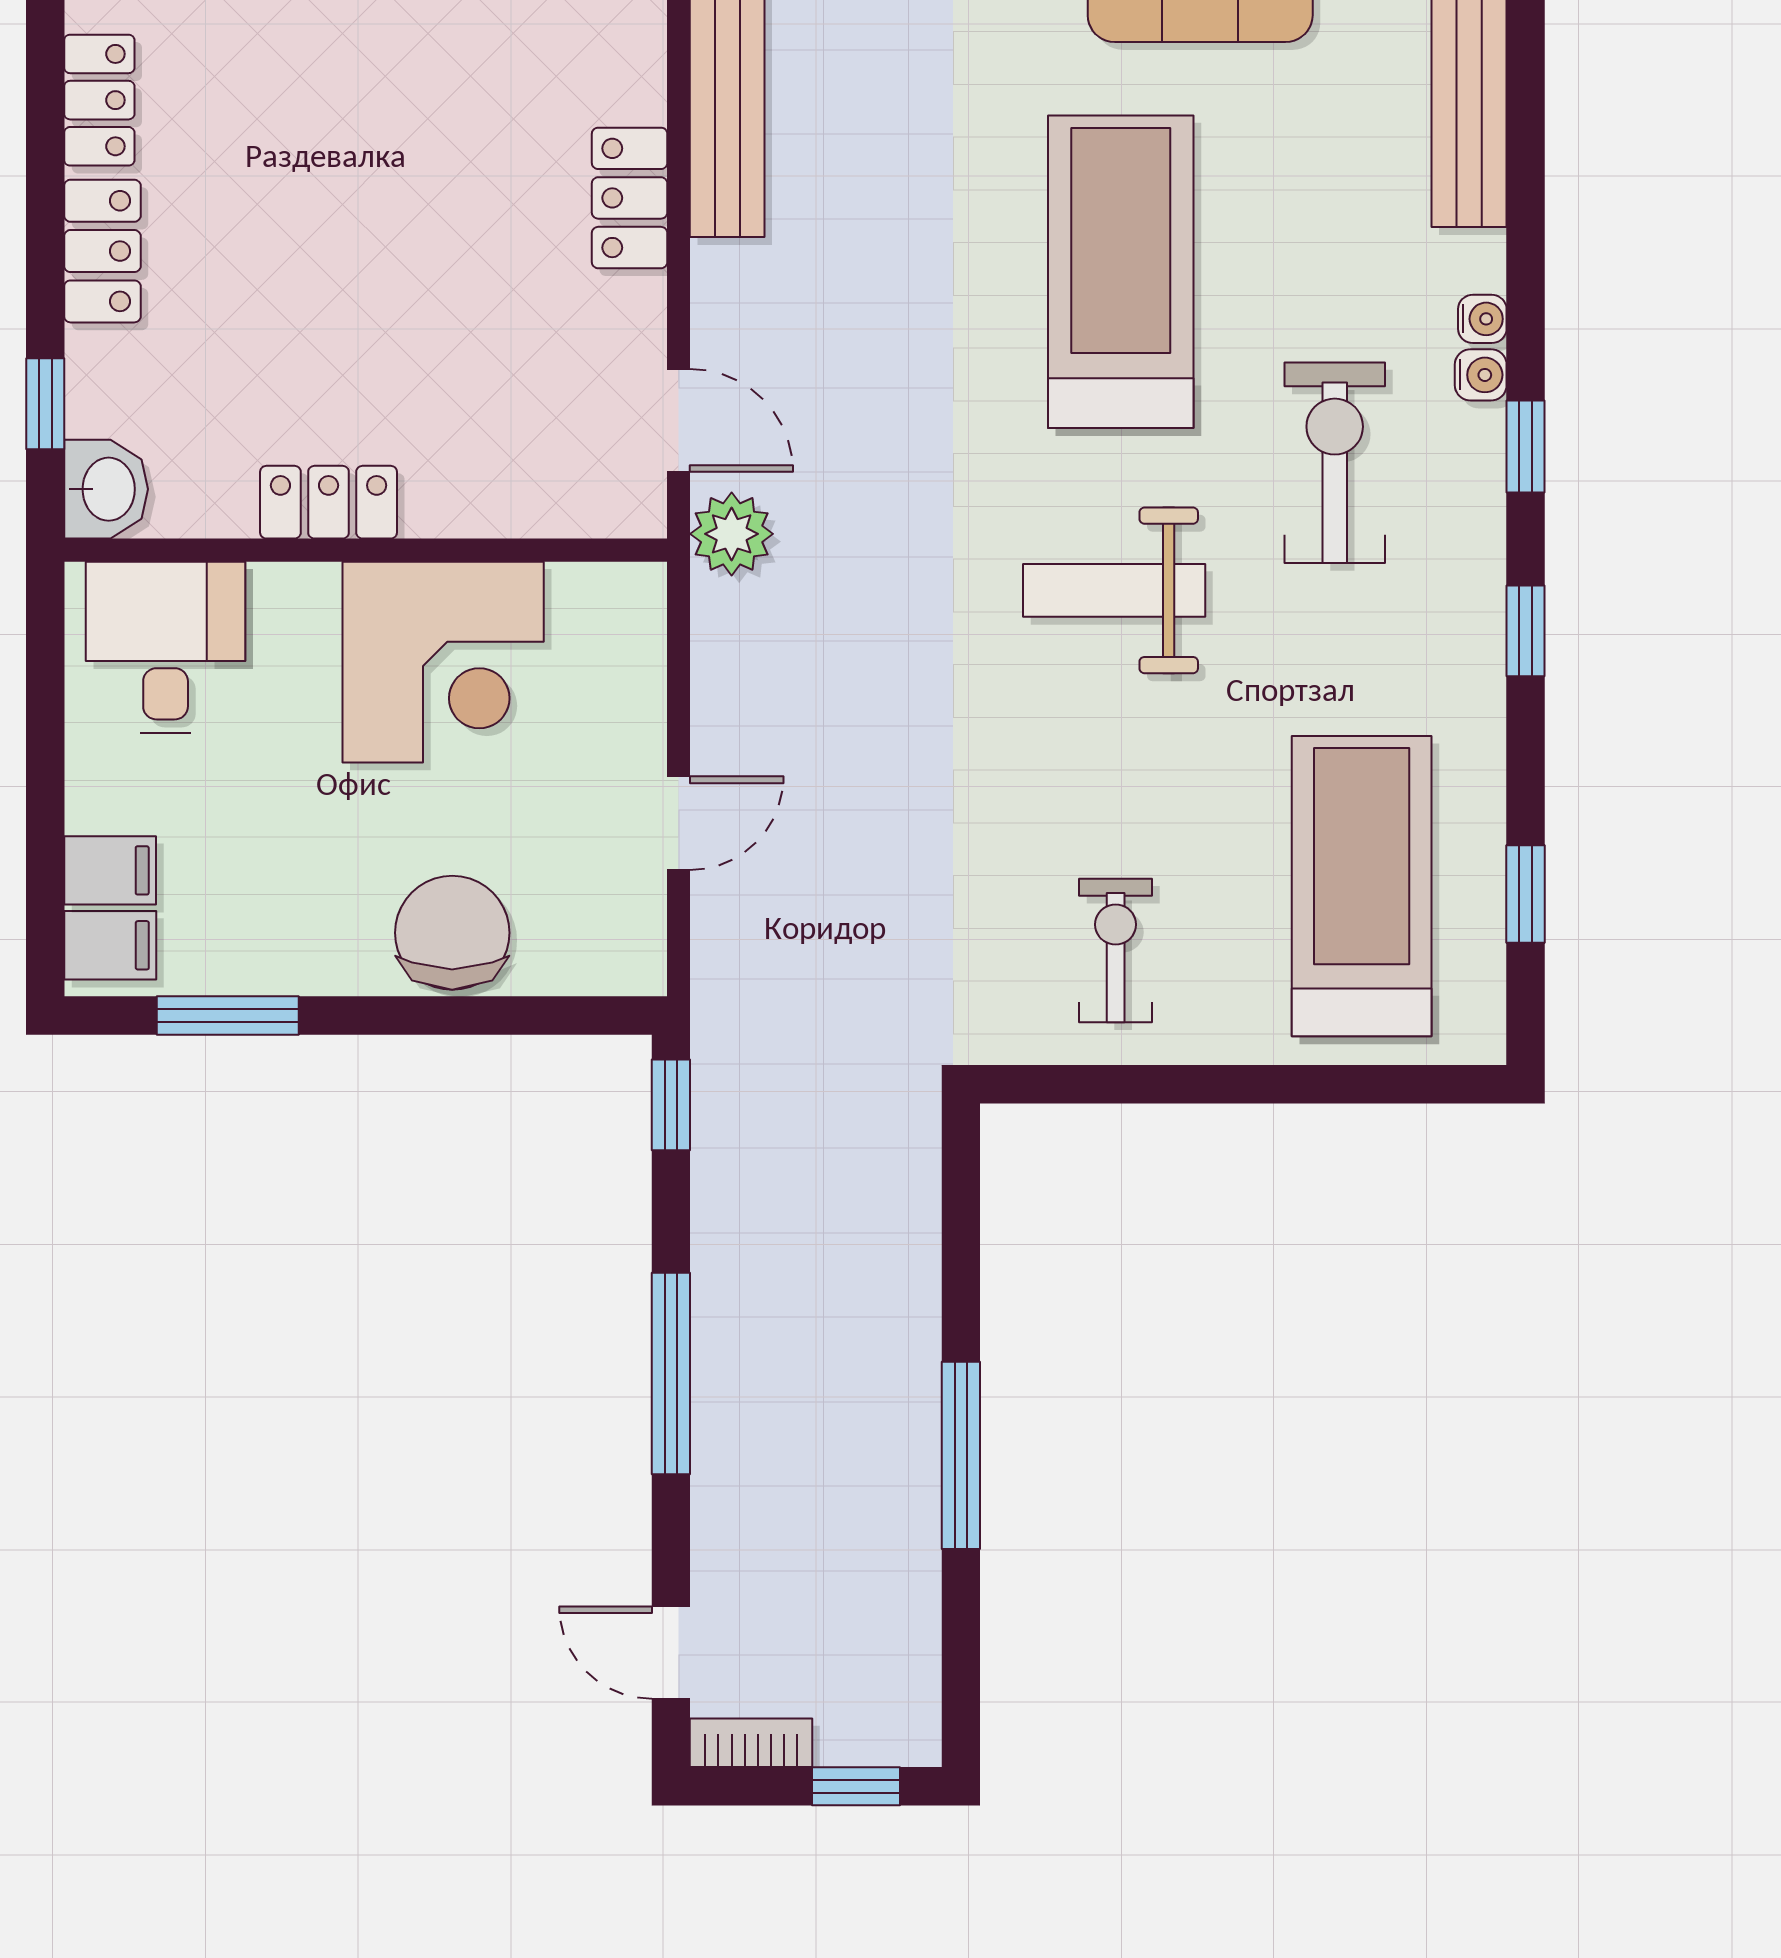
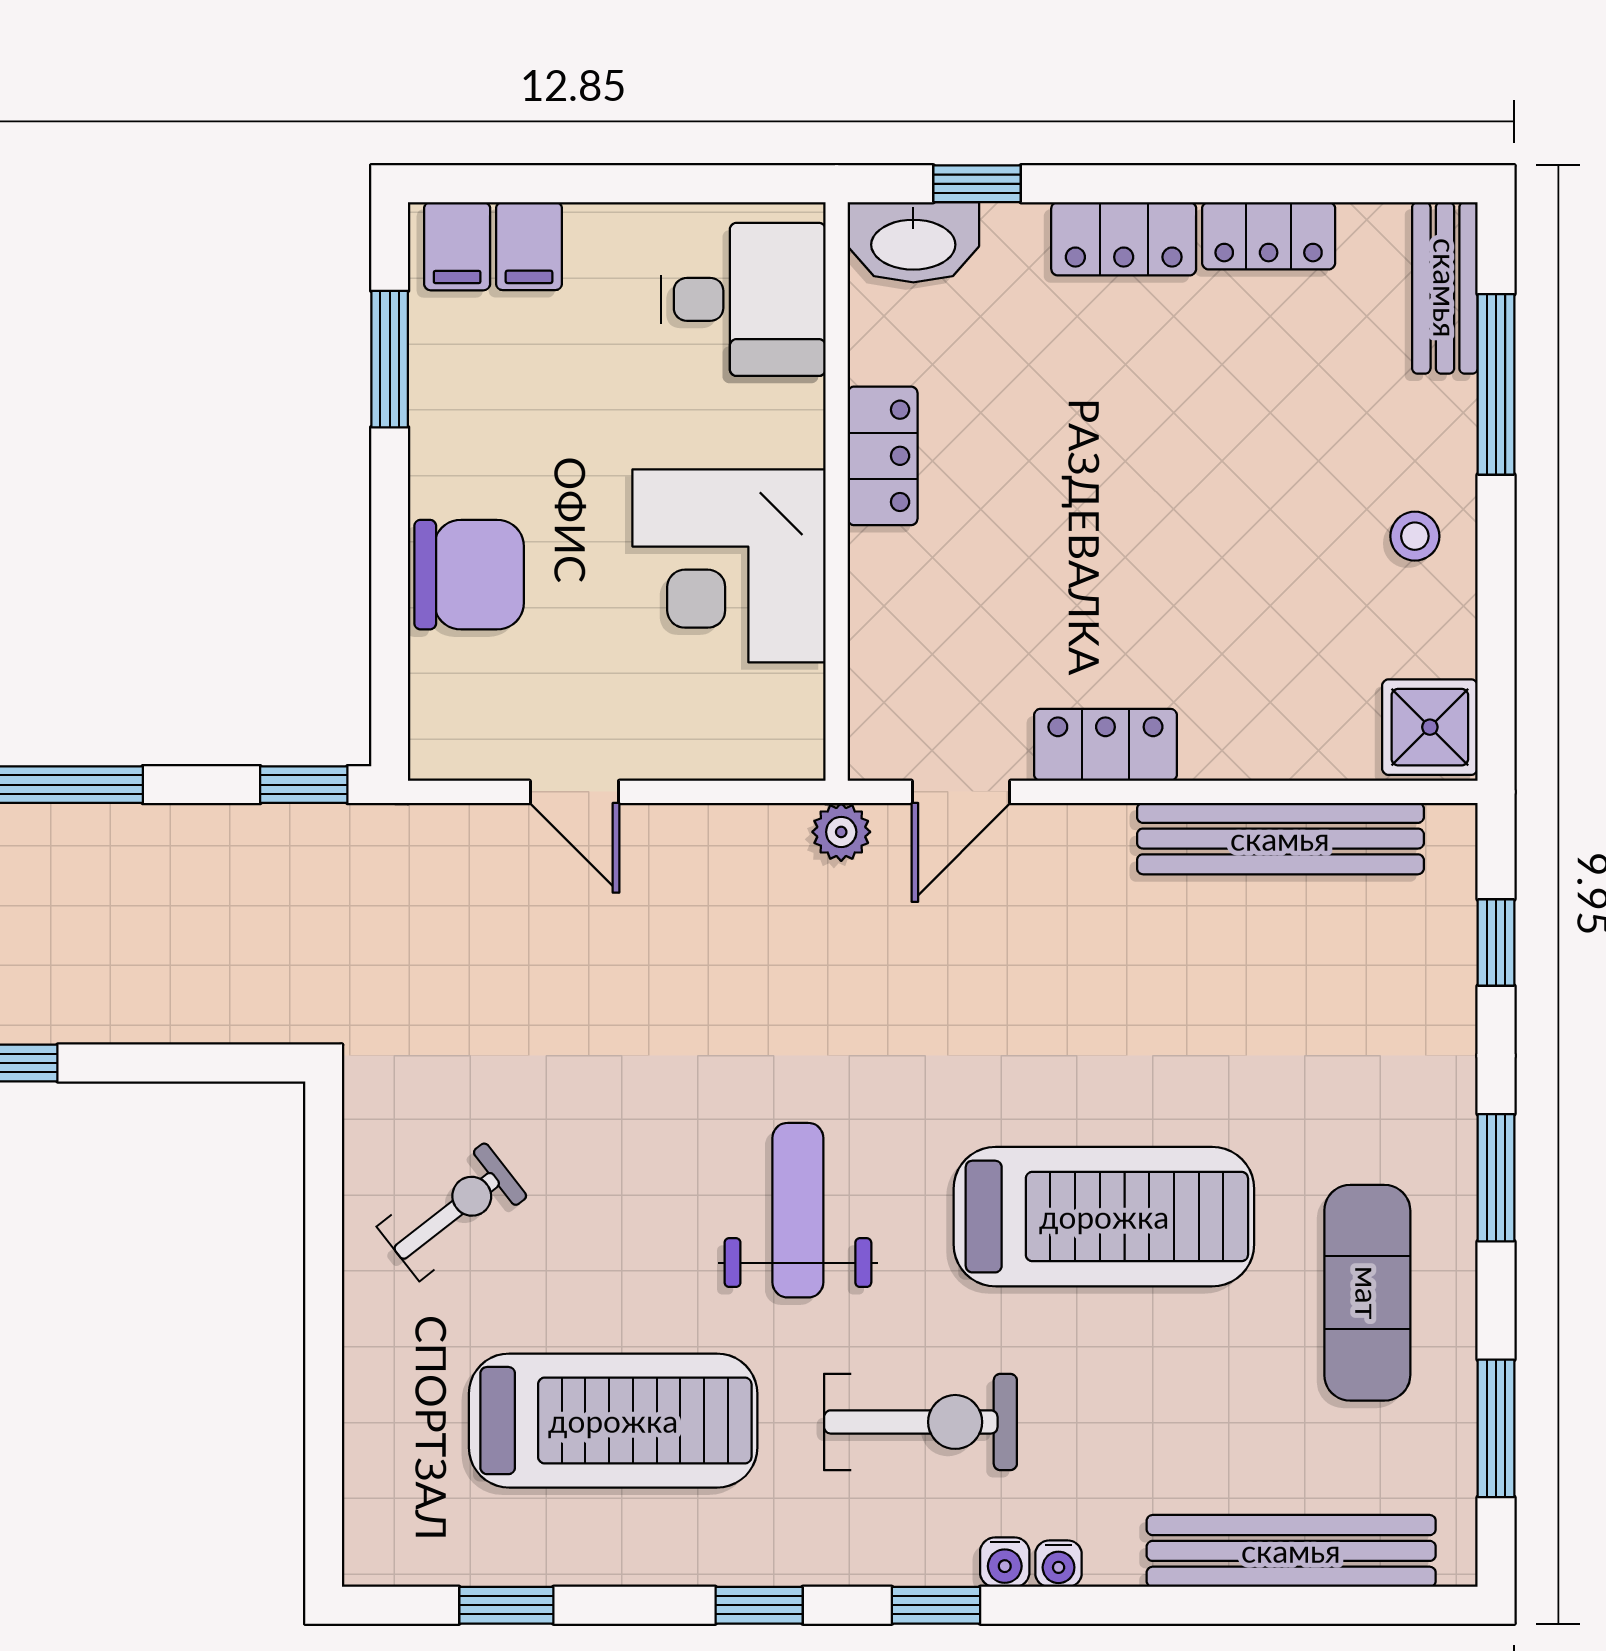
locker: (630, 198) -> (1105, 745), moved
washbasin: (106, 489) -> (913, 242), width x1.38
plant: (732, 534) -> (841, 832), width x0.73, depth x0.73
treadmill: (1362, 886) -> (613, 1421), moved
exercise bike: (1116, 950) -> (452, 1212), turned -38

